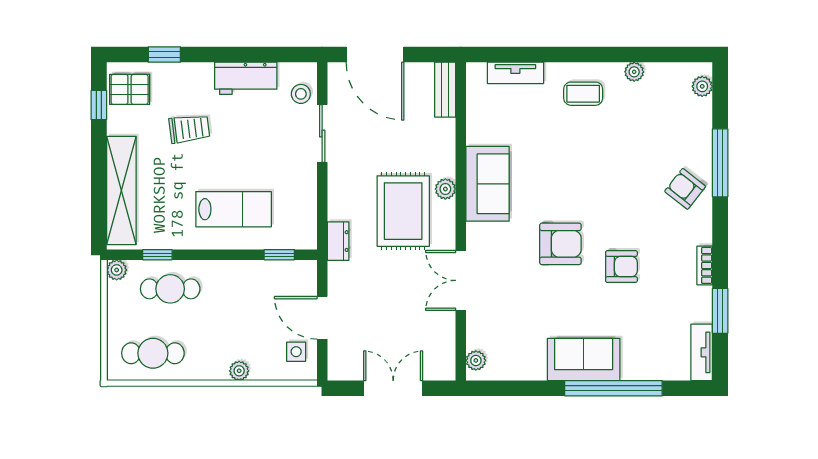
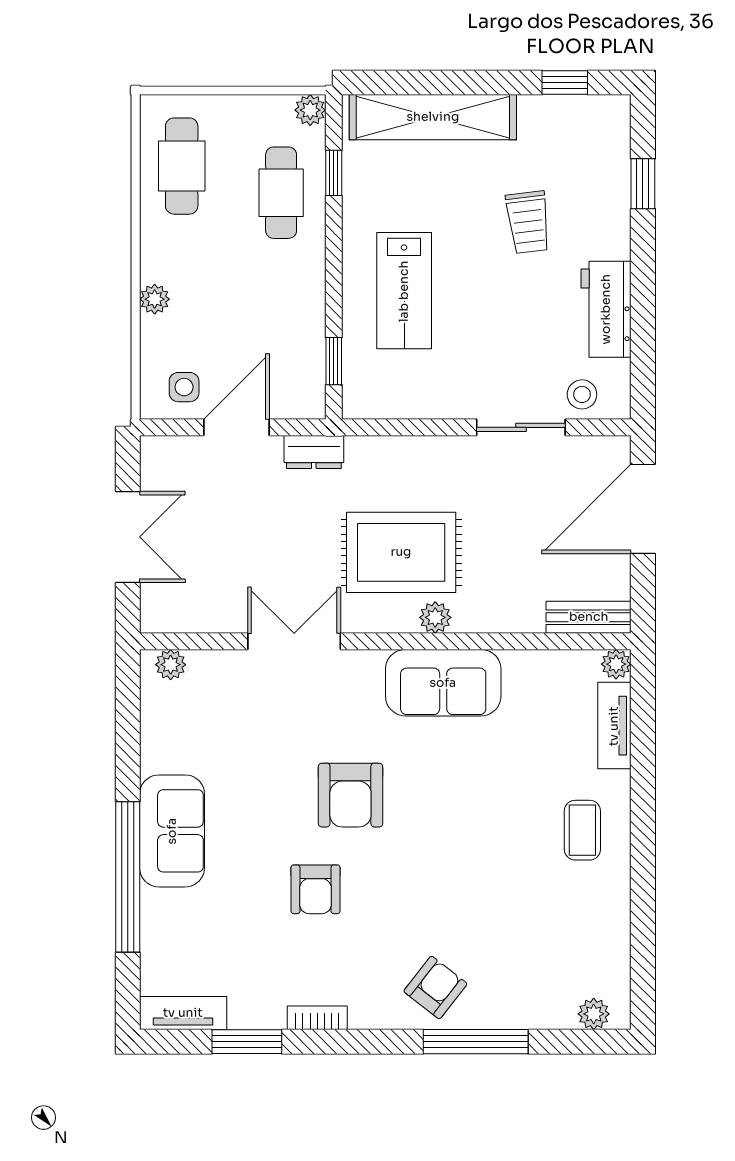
plant: (634, 72) -> (616, 664), moved
pallet: (130, 89) -> (589, 130), removed
dresser: (338, 241) -> (314, 452), moved

